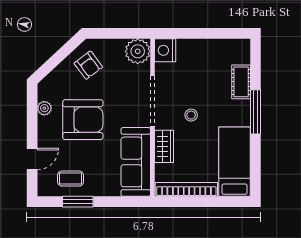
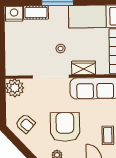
nightstand: (165, 50) -> (14, 14), moved, turned 180
armchair: (88, 65) -> (25, 124), turned 78

